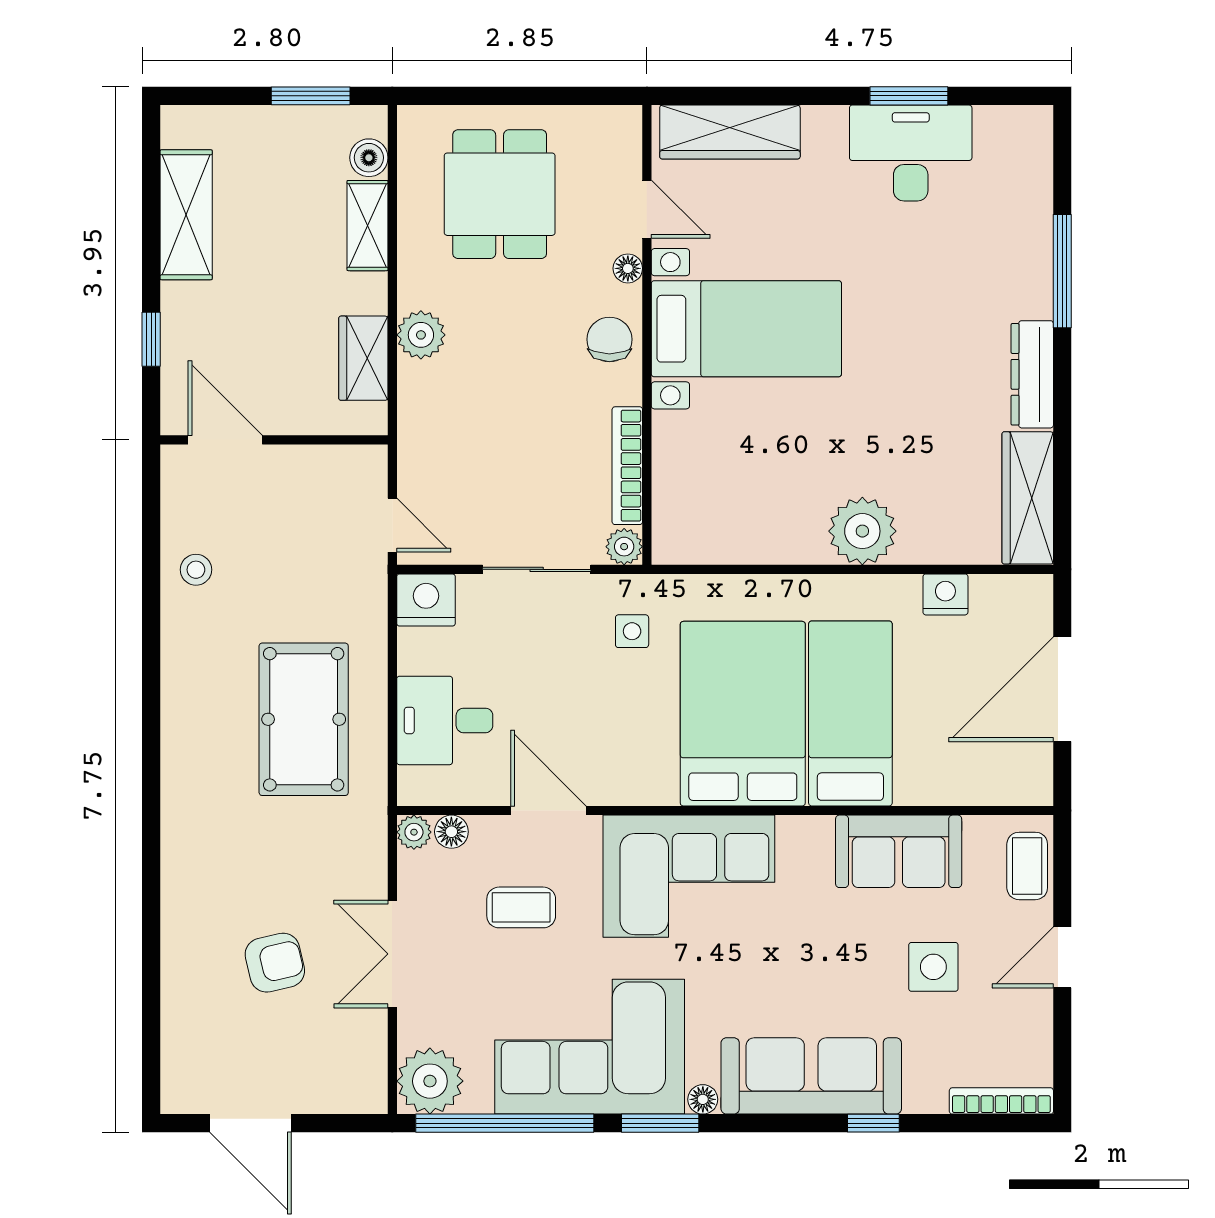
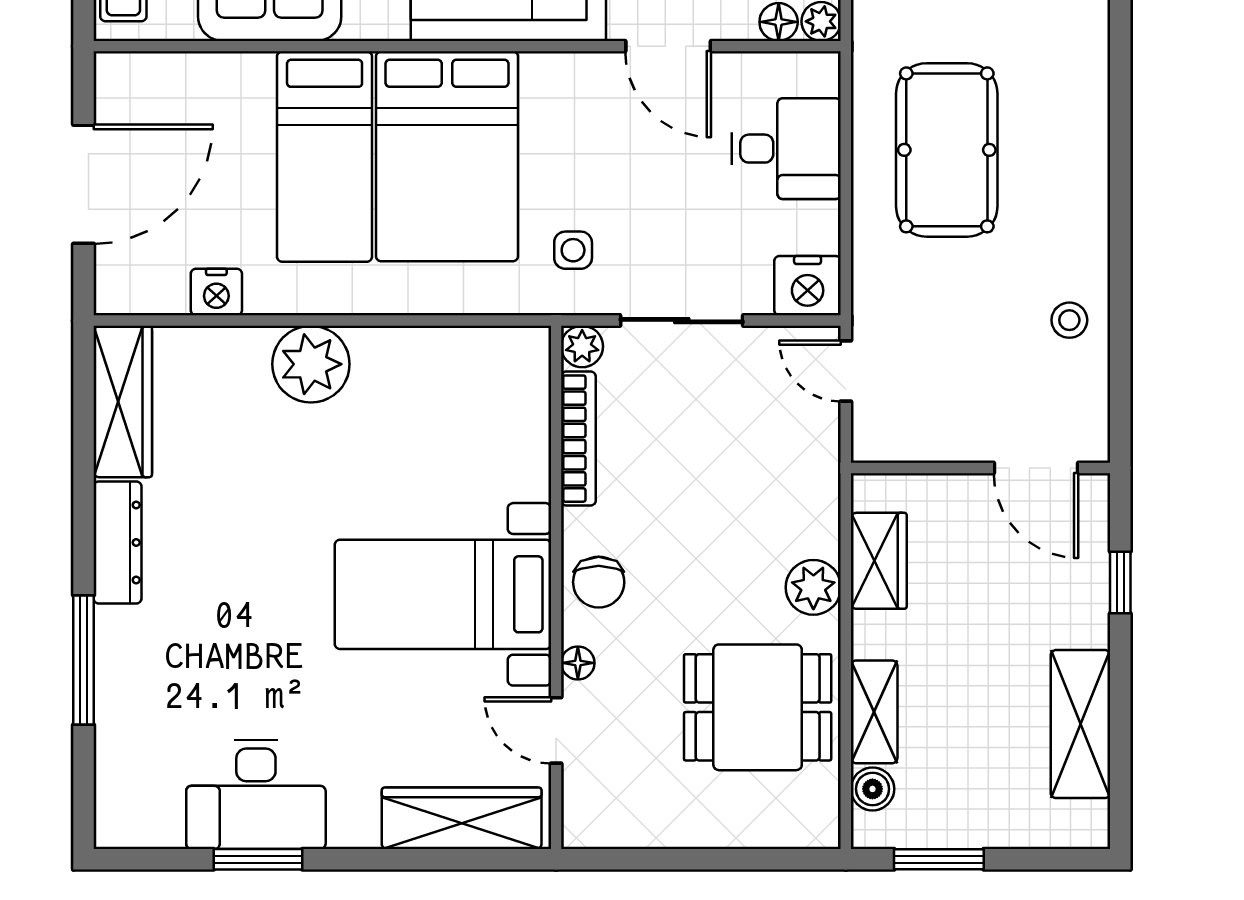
dining table: (500, 194) -> (758, 707), moved, turned 90

